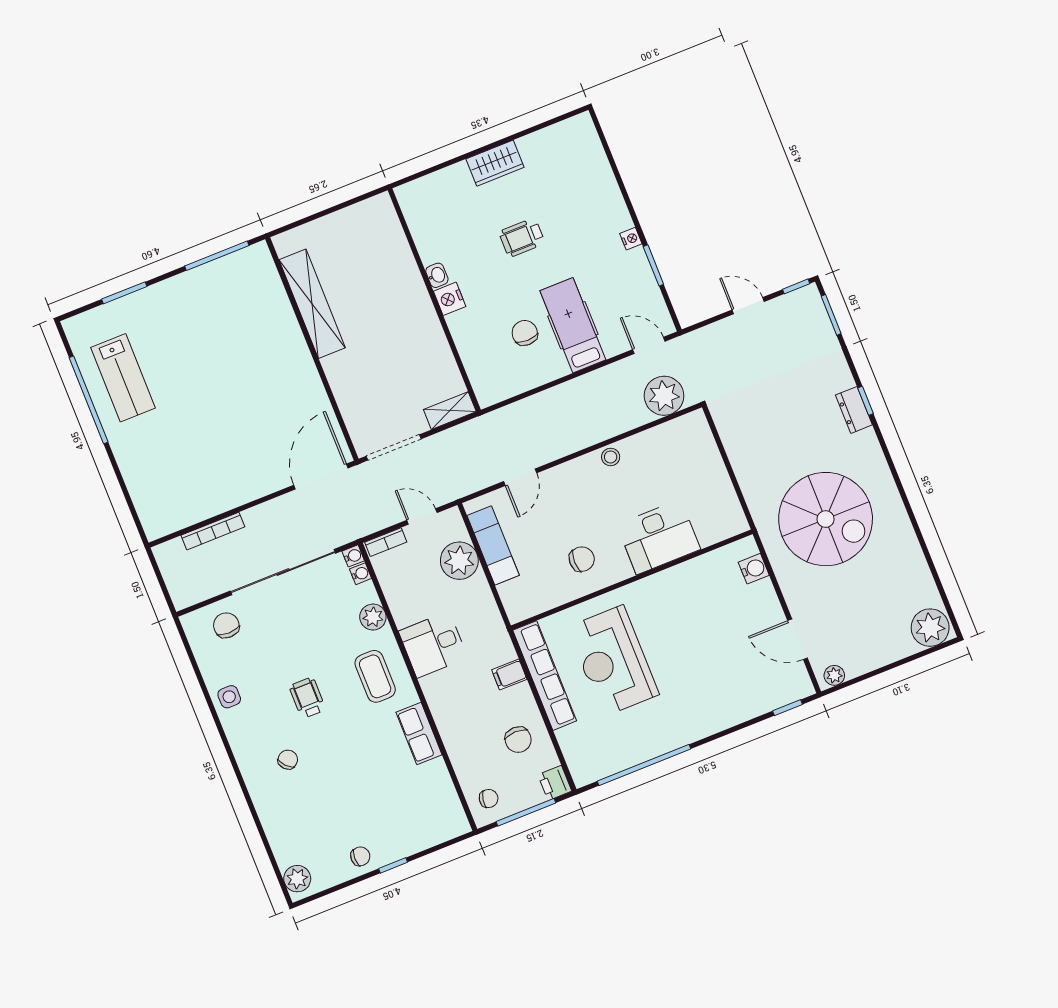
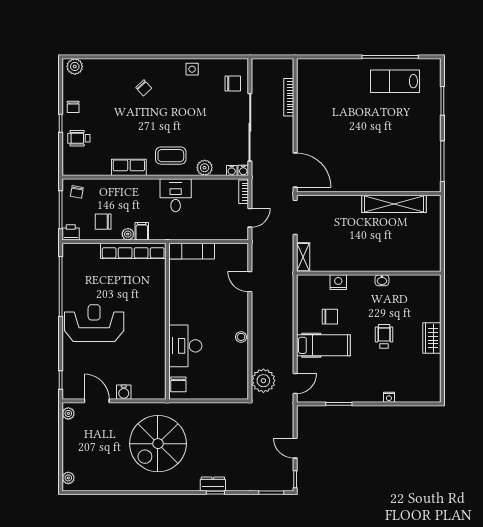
nightstand: (631, 239) -> (389, 397), moved
nightstand: (450, 299) -> (338, 282), moved
door: (748, 306) -> (295, 448), swing flipped
exam couch: (493, 545) -> (192, 251), moved
chair: (582, 559) -> (178, 384), moved
plant: (459, 561) -> (128, 234), moved, width x0.53, depth x0.53
water cooler: (754, 569) -> (124, 392), moved
plant: (930, 628) -> (68, 478), width x0.53, depth x0.53
door: (798, 639) -> (97, 401), hinge flipped
reception desk: (613, 661) -> (94, 323), moved
wheelchair: (307, 698) -> (79, 138), moved, turned 180

